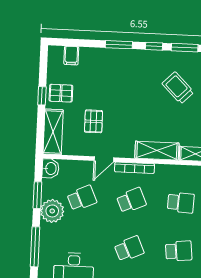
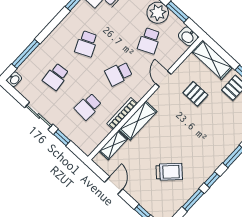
bookcase: (134, 168) -> (122, 114), moved
school desk: (131, 200) -> (119, 74), turned 45

